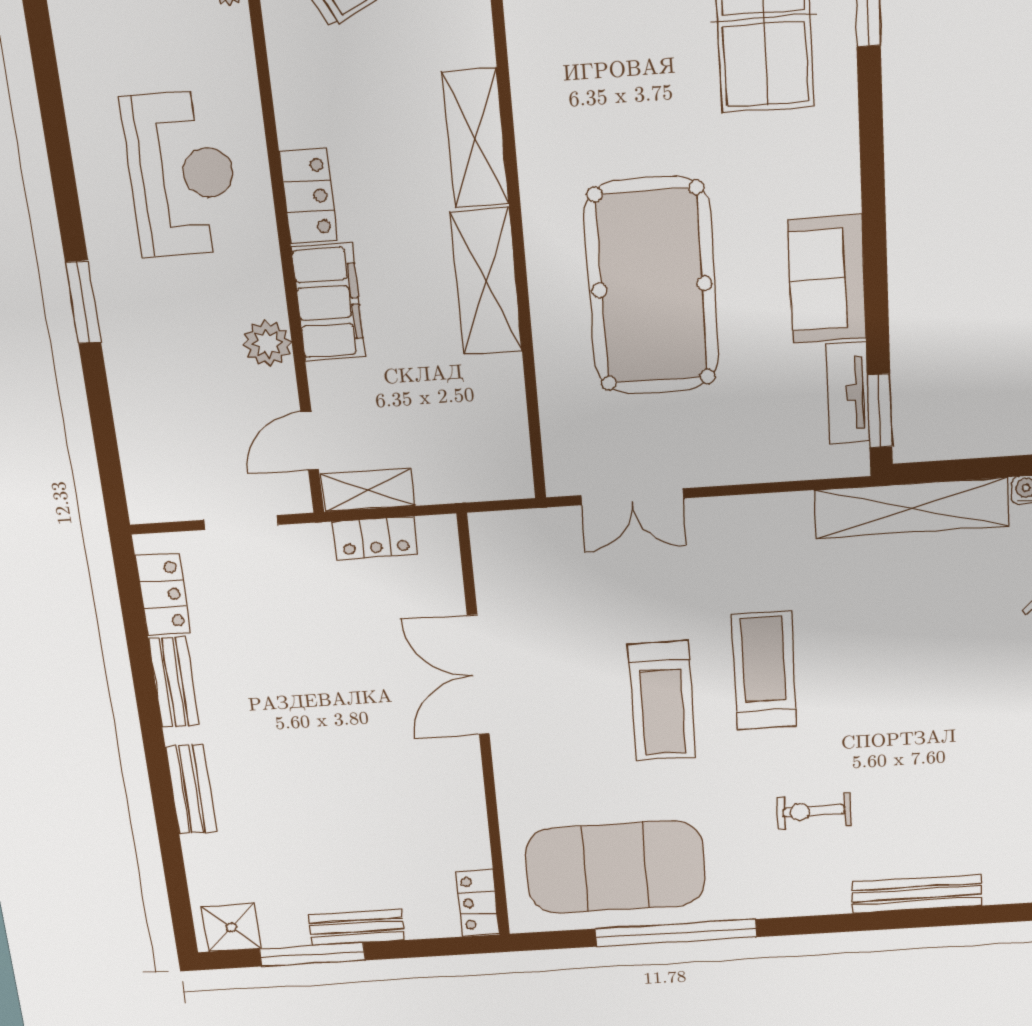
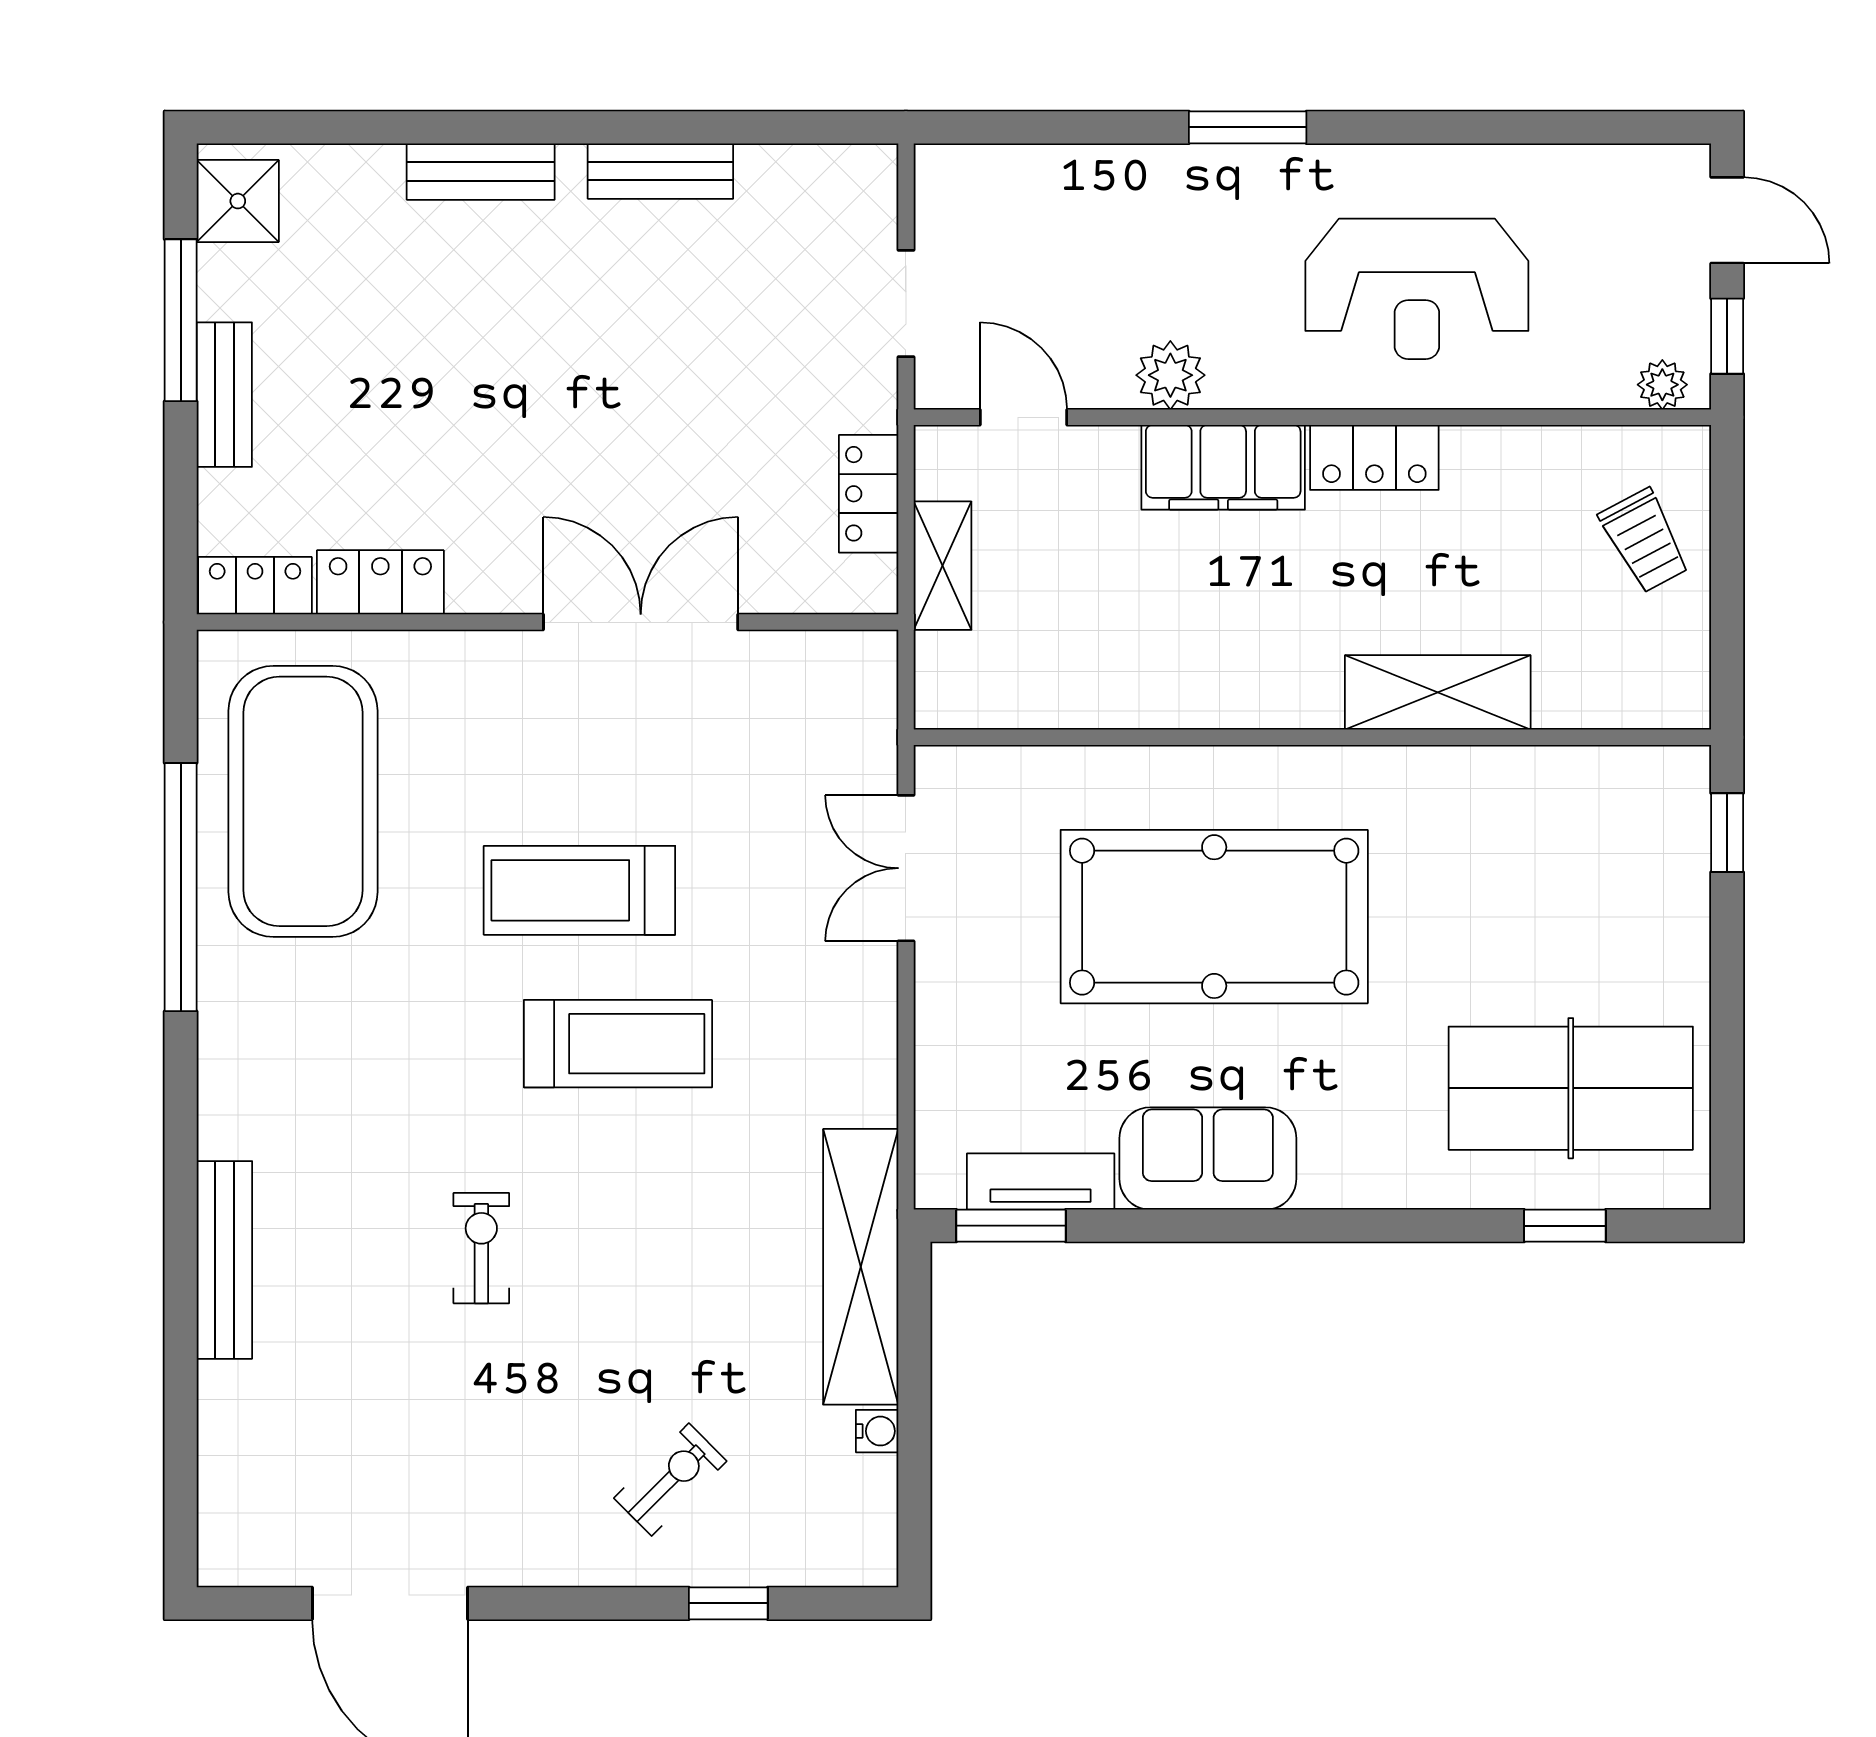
shelving: (486, 282) -> (1238, 689), removed
shelving: (368, 490) -> (943, 566), moved
locker: (163, 594) -> (380, 582), moved, turned 180
exercise bike: (814, 811) -> (481, 1248), moved

